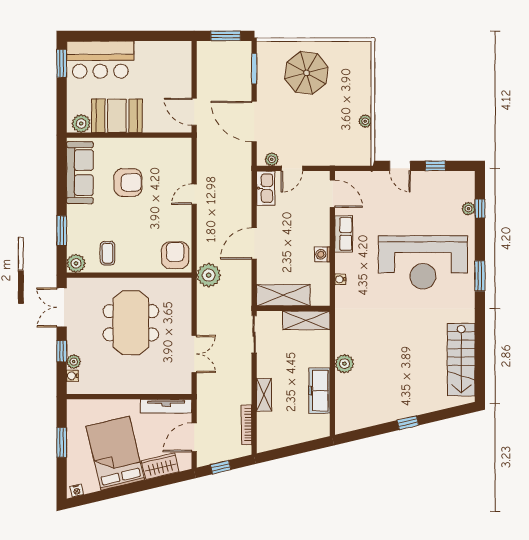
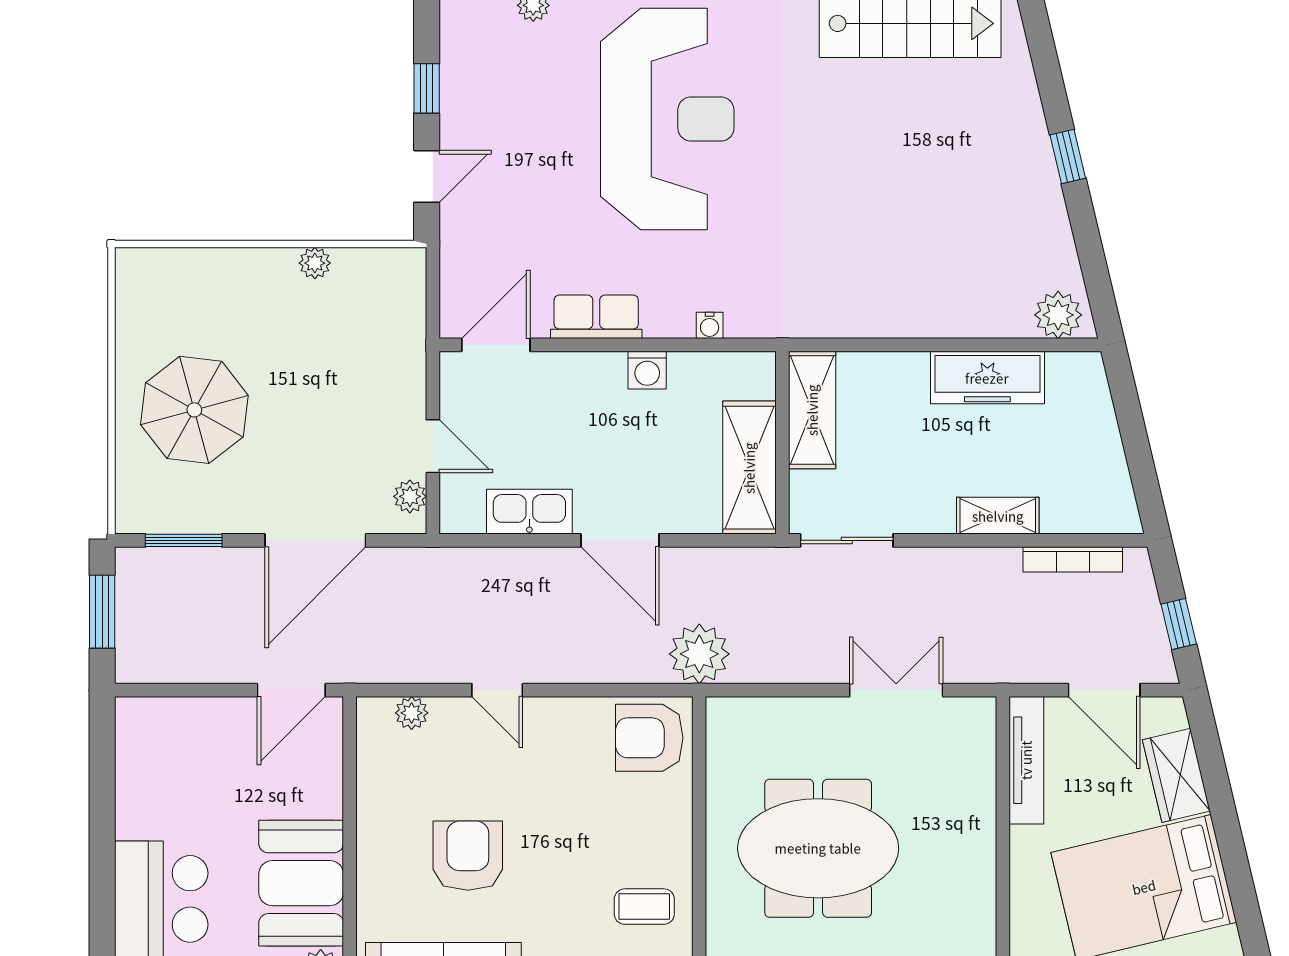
plant: (185, 160) -> (412, 713), added
kitchen sink: (266, 188) -> (529, 512), moved
plant: (344, 364) -> (1058, 315), moved

